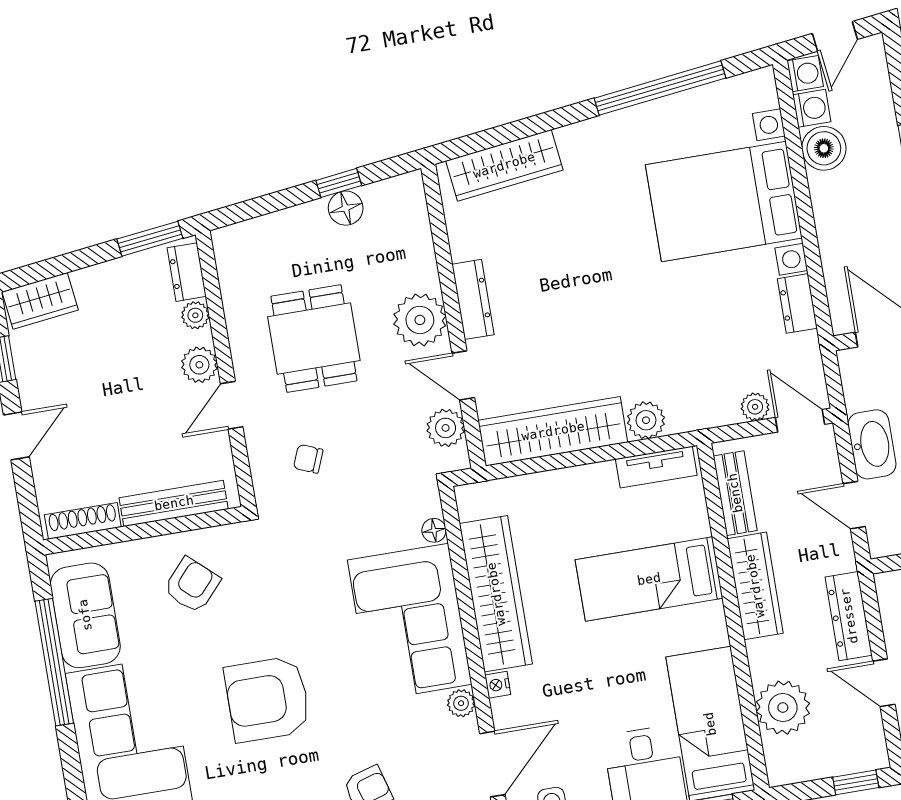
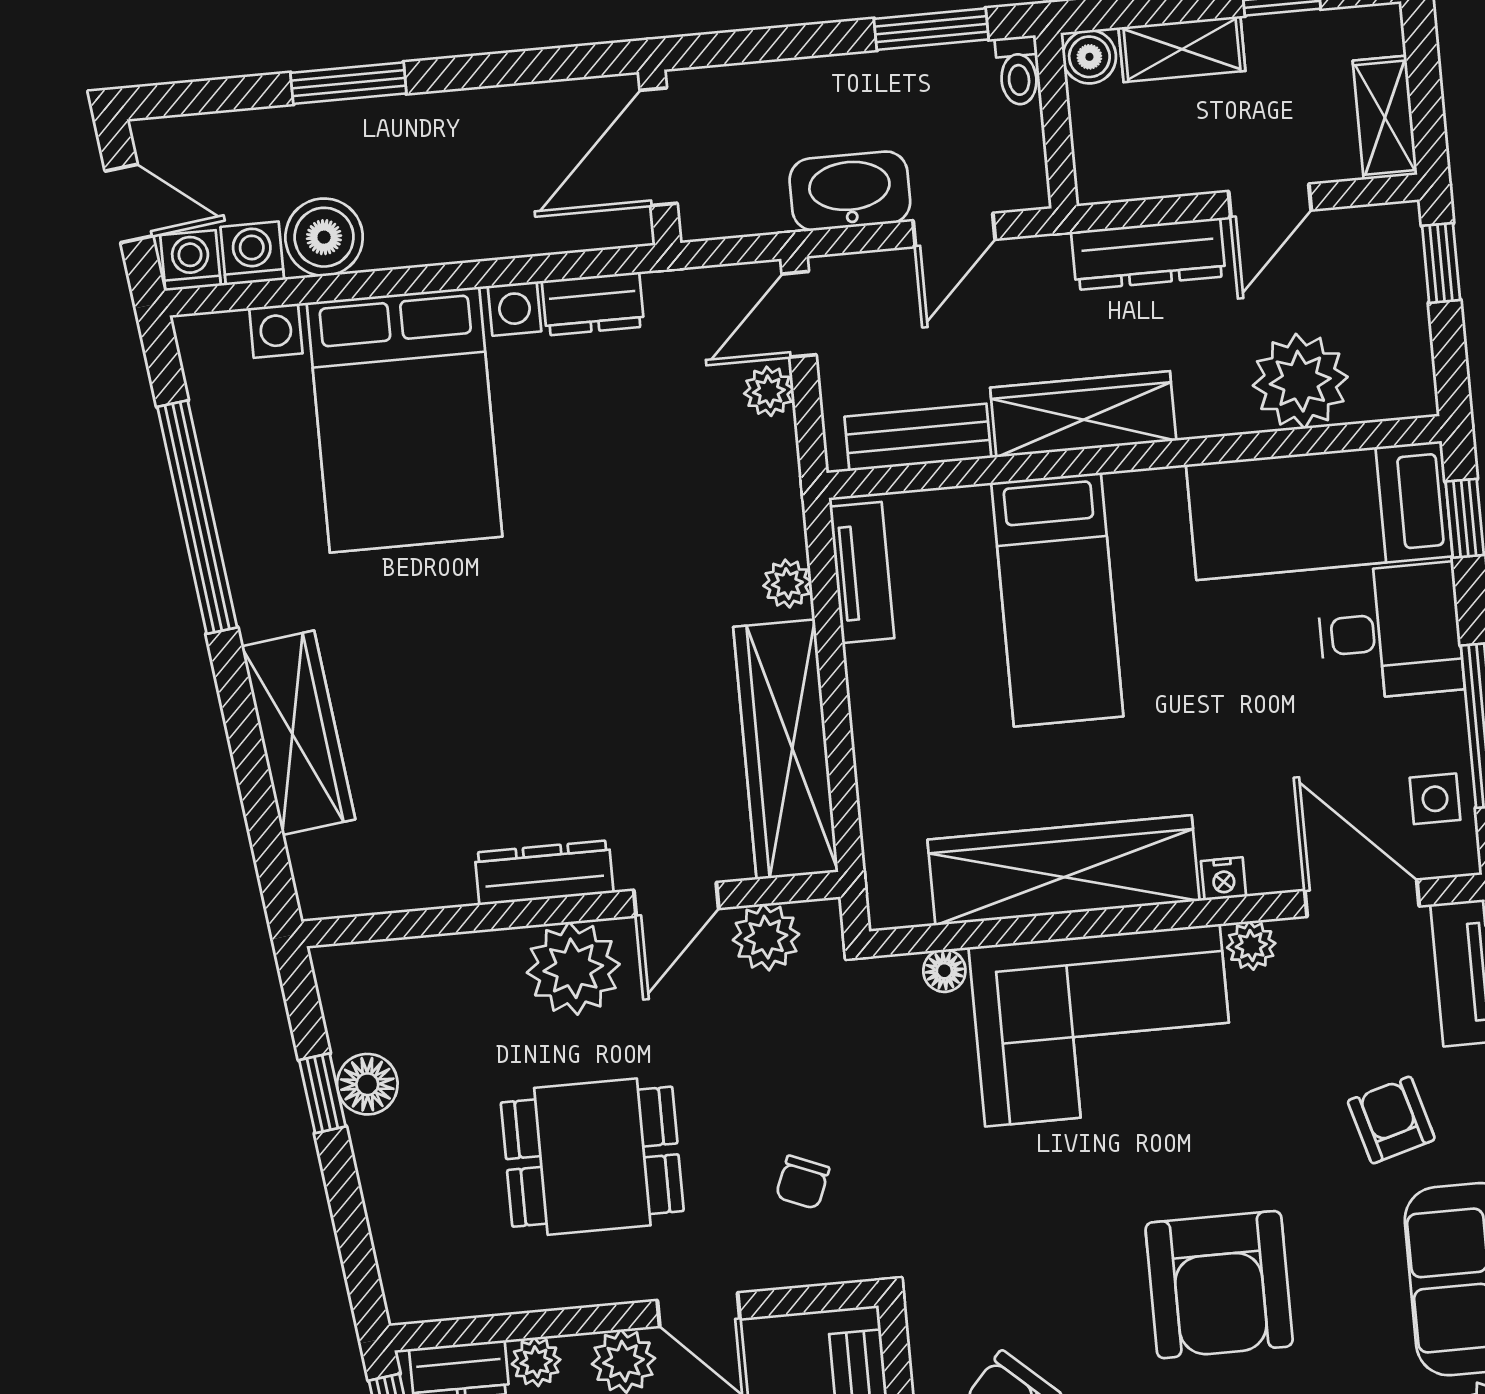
wardrobe: (504, 165) -> (298, 733), moved
plant: (646, 420) -> (787, 584), width x0.73, depth x0.73

